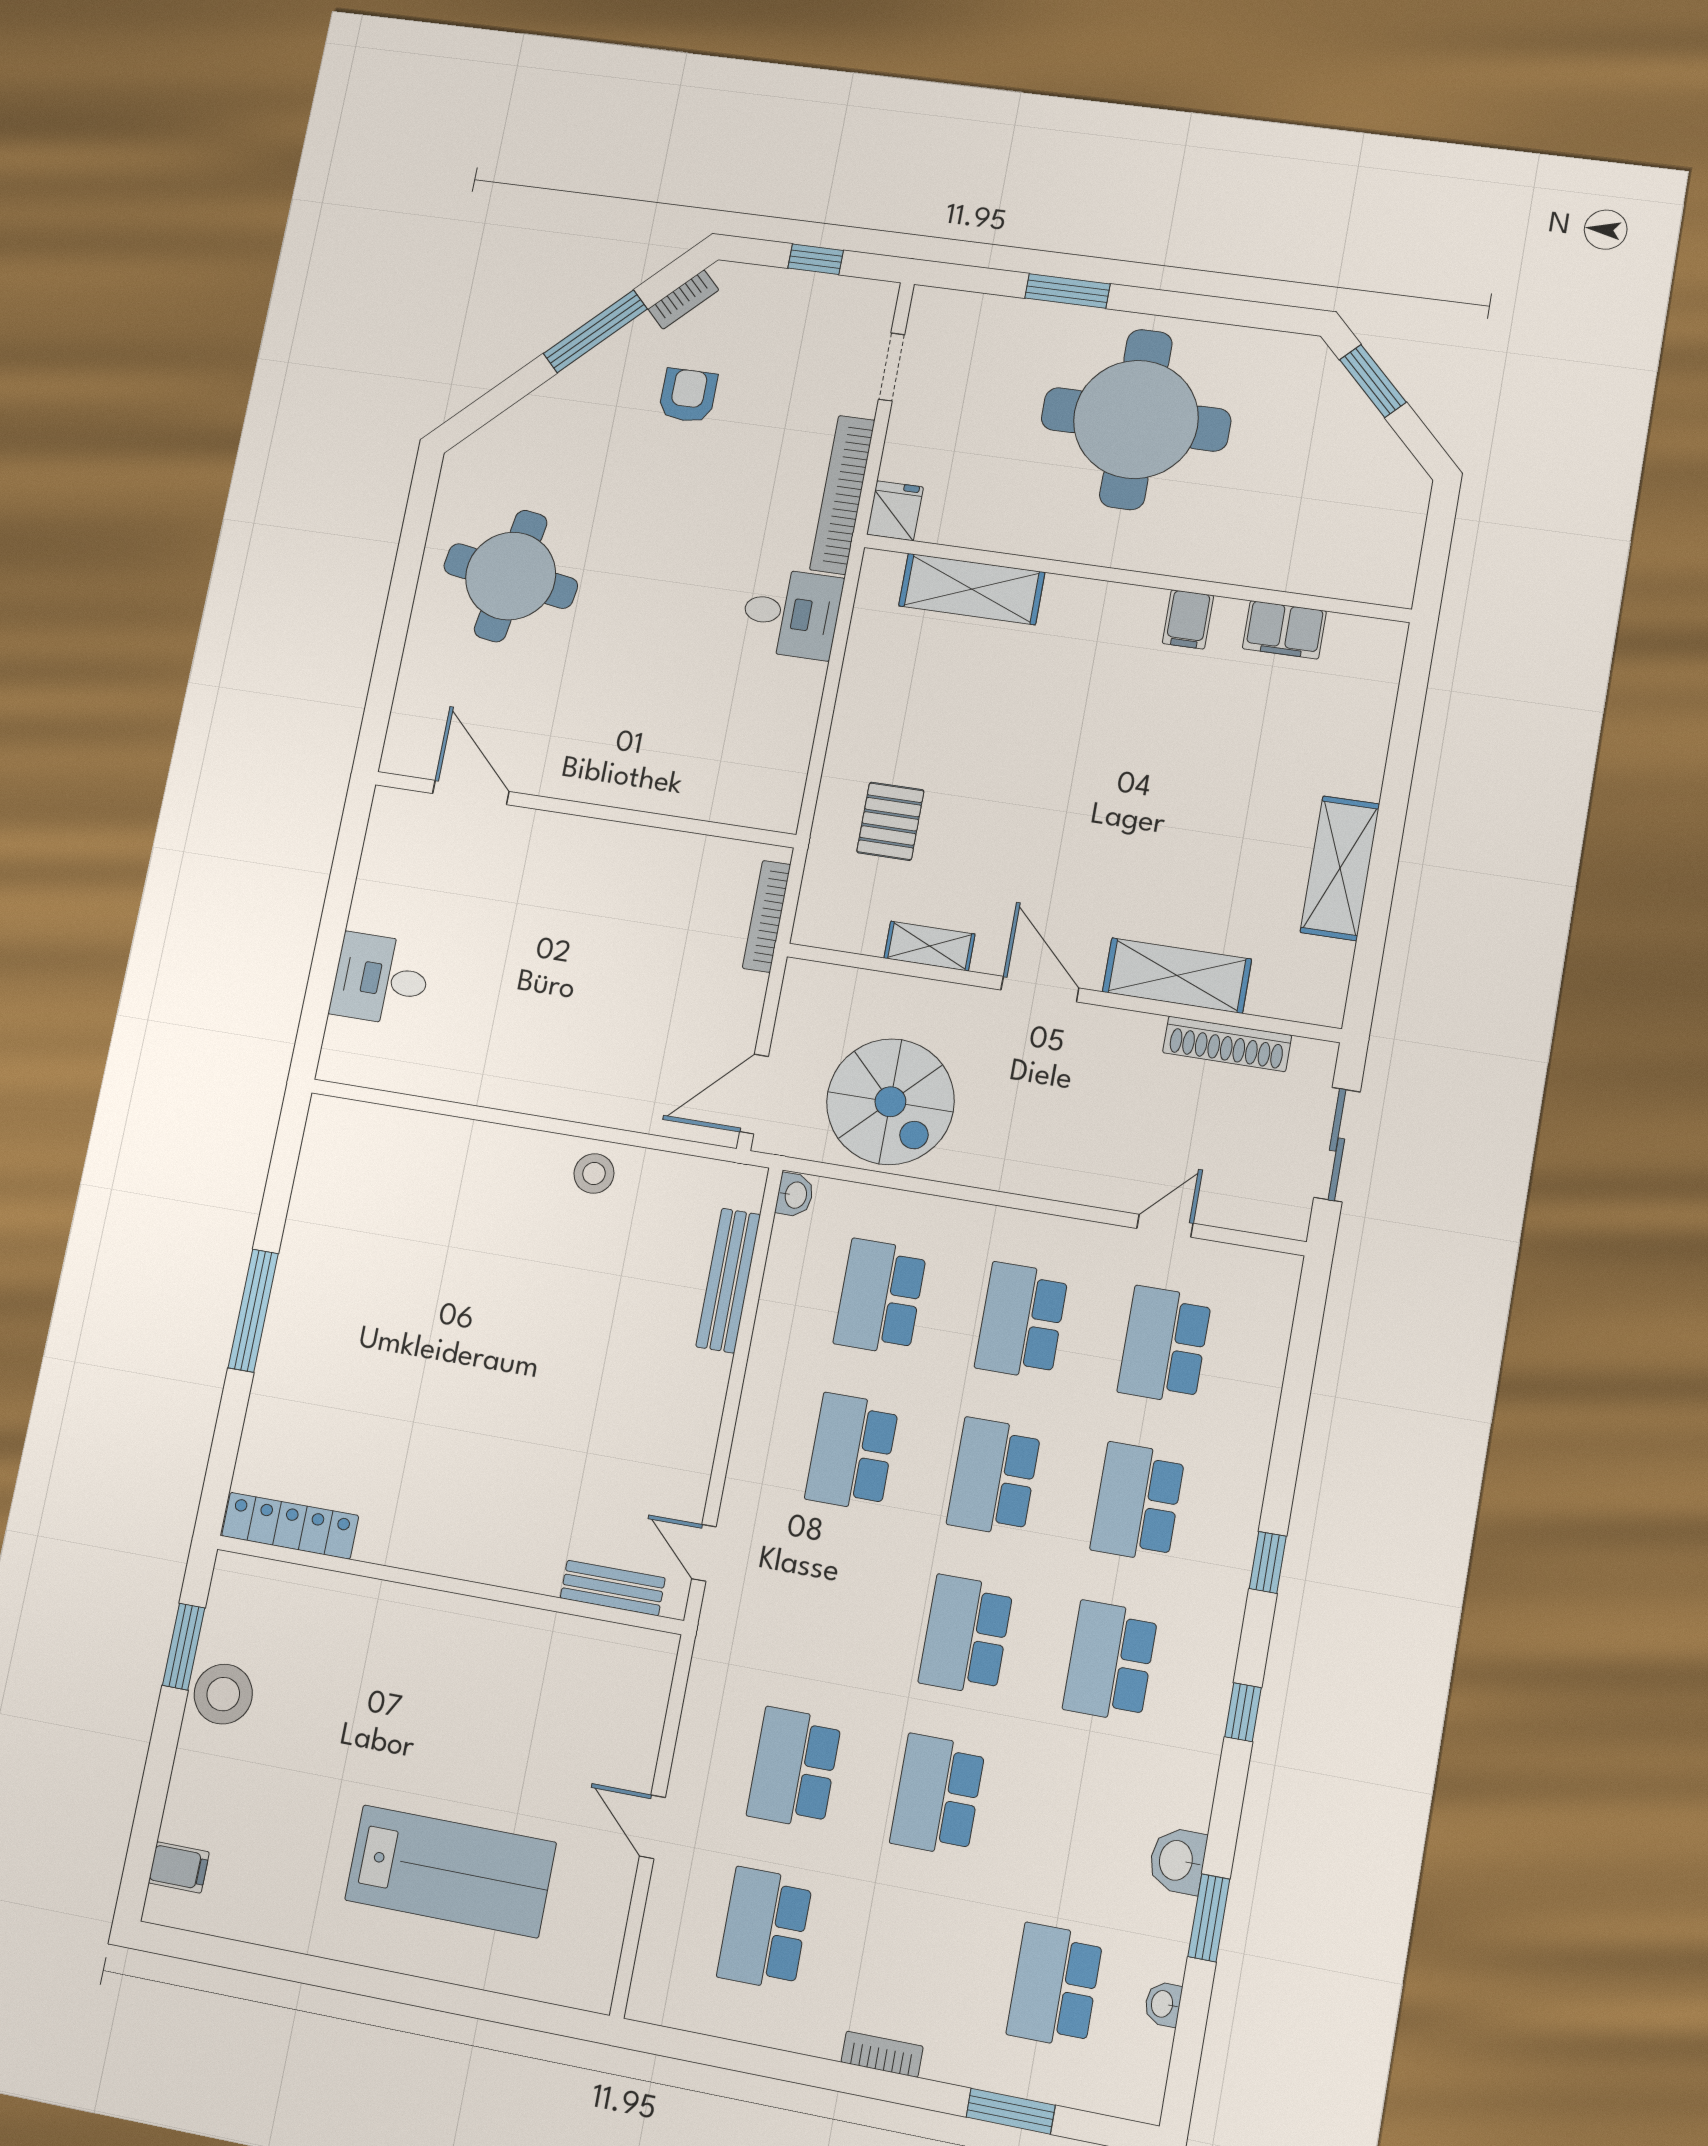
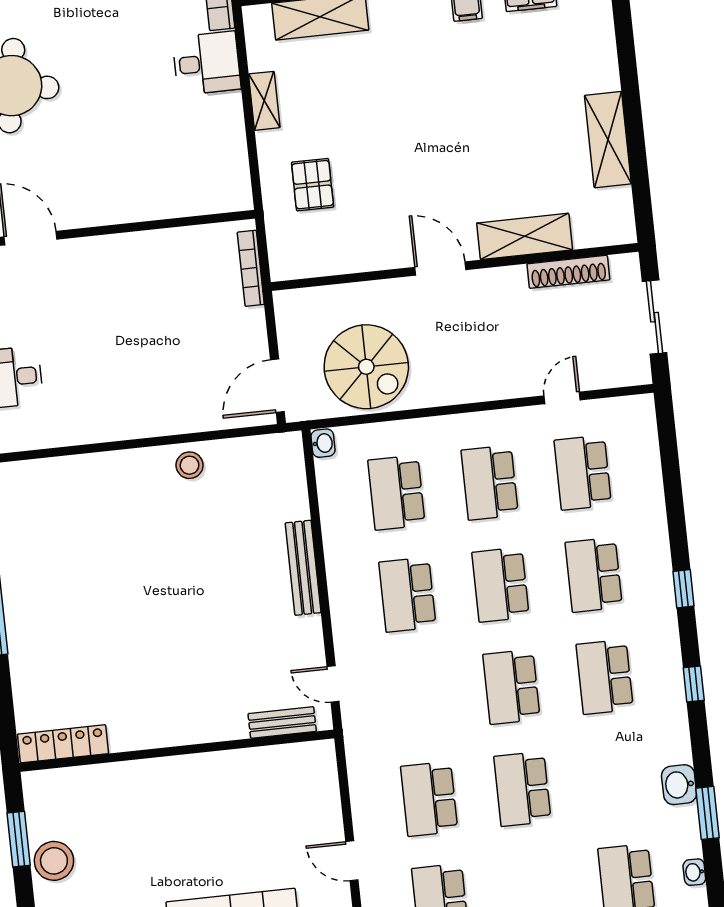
shelving: (929, 946) -> (264, 101), moved, turned 90
bench: (728, 1281) -> (303, 568), moved

